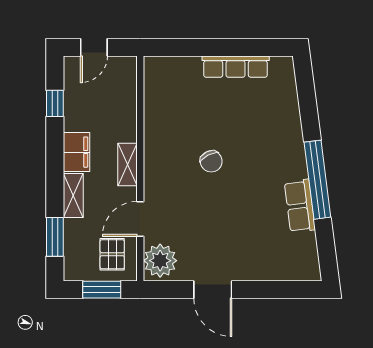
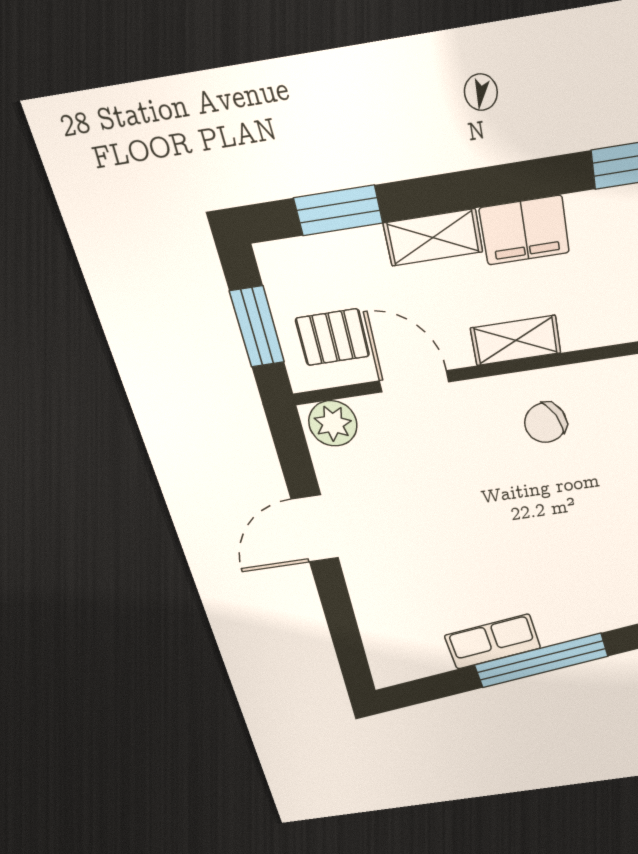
chair: (211, 161) -> (546, 423), moved
plant: (160, 261) -> (333, 423), width x0.73, depth x0.73

